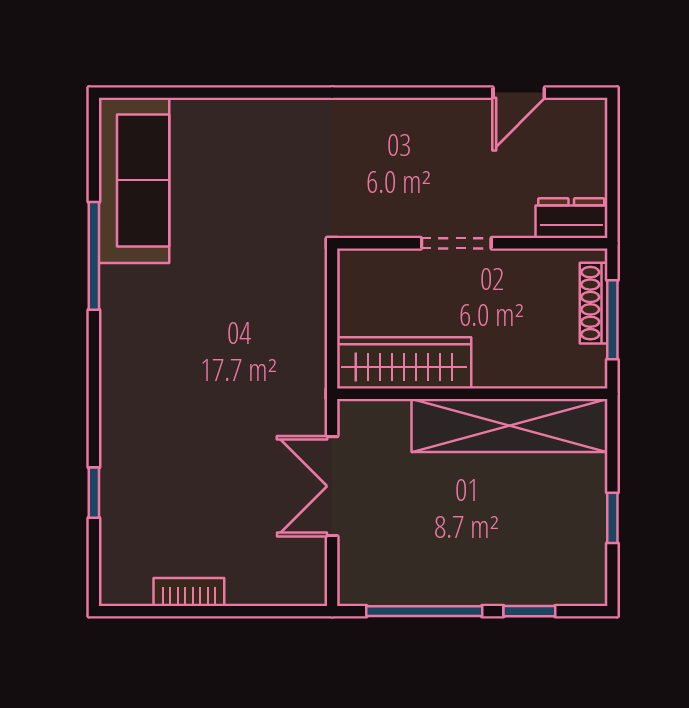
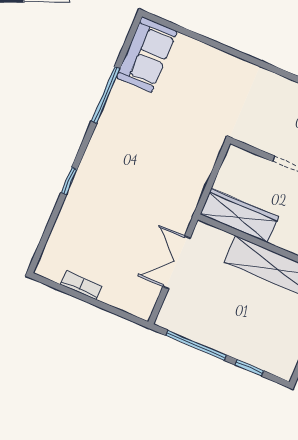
sofa: (134, 180) -> (147, 54), width x0.73
window: (94, 493) -> (69, 181), moved

